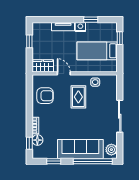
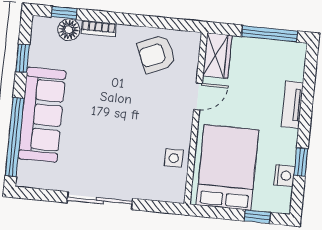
nightstand: (80, 27) -> (284, 176), moved
window: (29, 41) -> (270, 34), width x2.17
bed: (97, 51) -> (227, 167), width x1.50
armchair: (45, 96) -> (157, 54), turned 67
rug: (78, 97) -> (148, 121), removed
plant: (111, 150) -> (34, 177), removed

